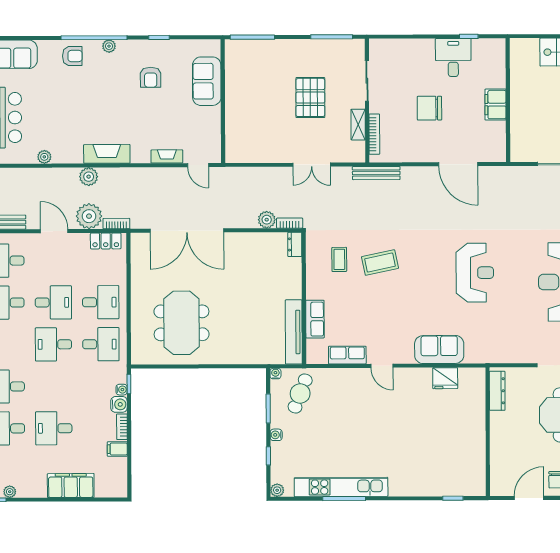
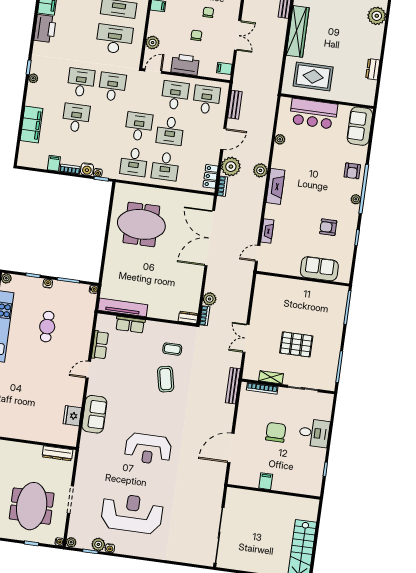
desk: (453, 57) -> (314, 433), moved
filing cabinet: (495, 105) -> (266, 481), width x0.50
cafe table: (300, 393) -> (47, 327), moved, turned 69

